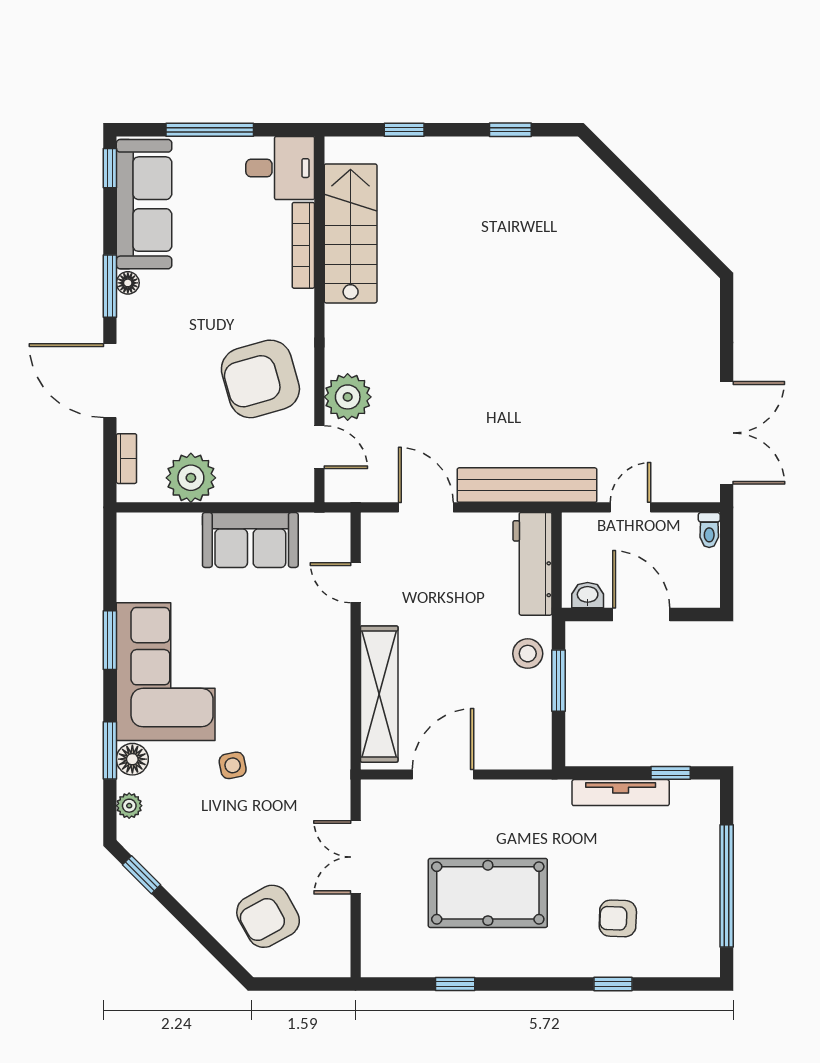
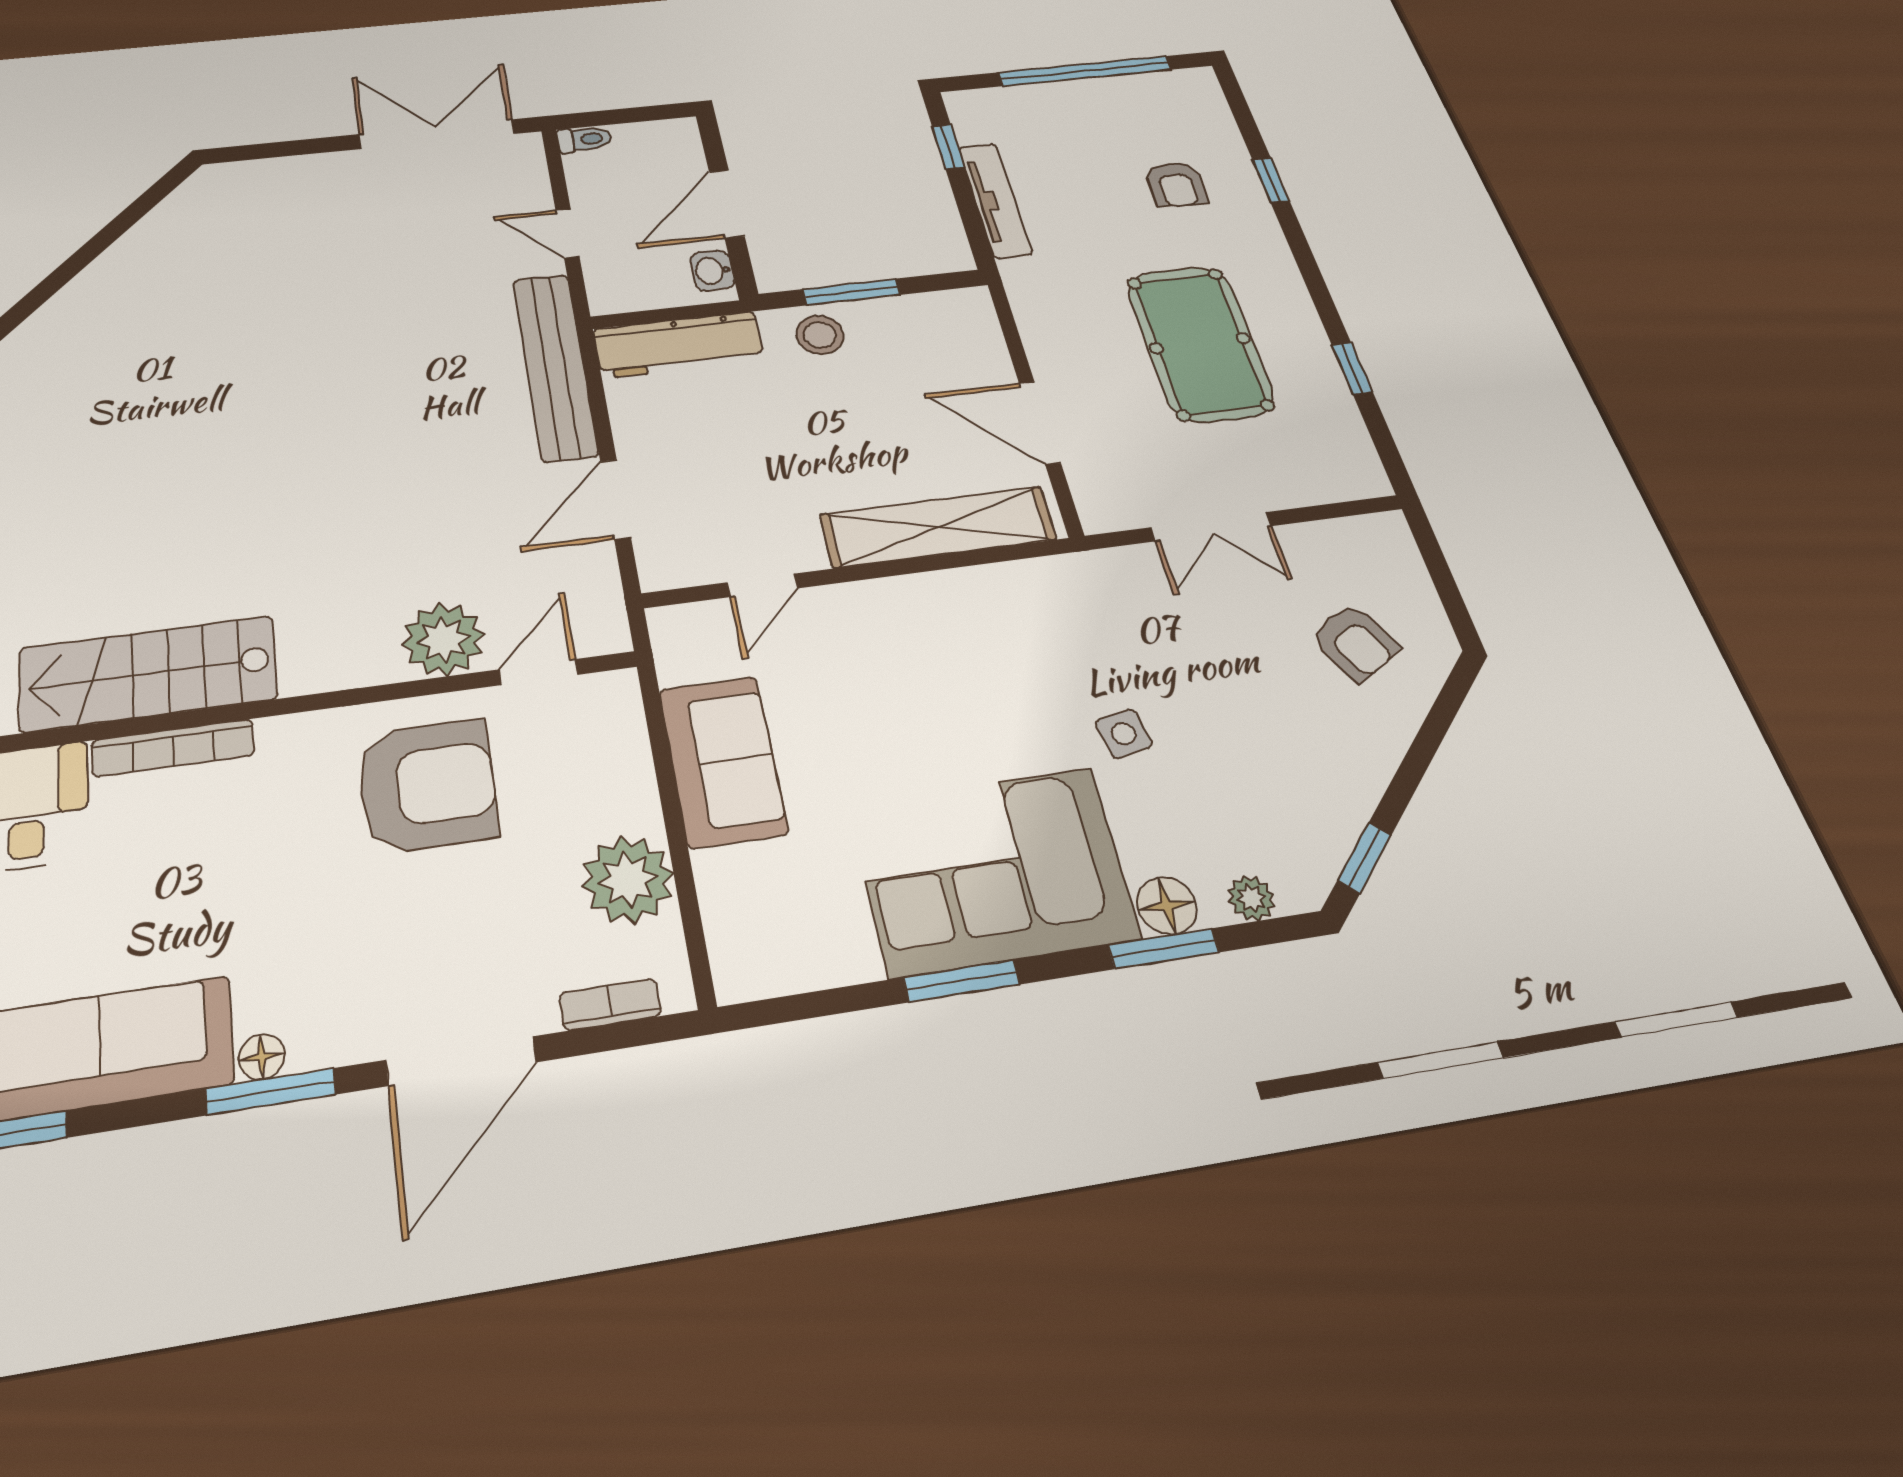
armchair: (260, 379) -> (427, 786), turned -74
armchair: (268, 916) -> (1355, 642), width x0.72, depth x0.72

